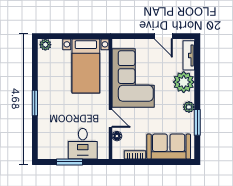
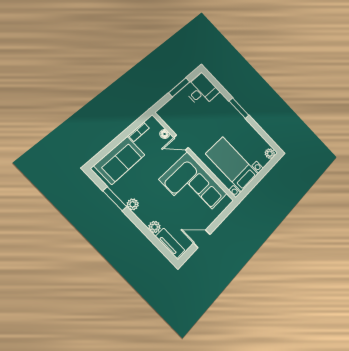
plant: (184, 82) -> (154, 227), width x0.53, depth x0.53
desk: (83, 144) -> (202, 90), moved, turned 90

